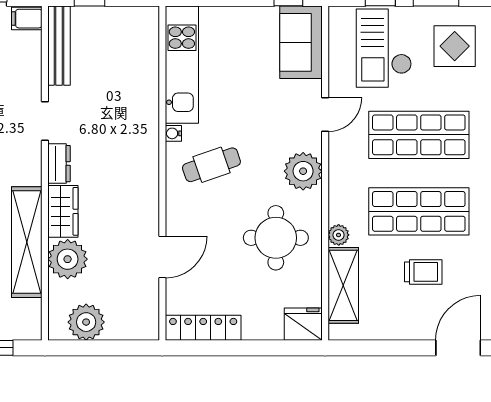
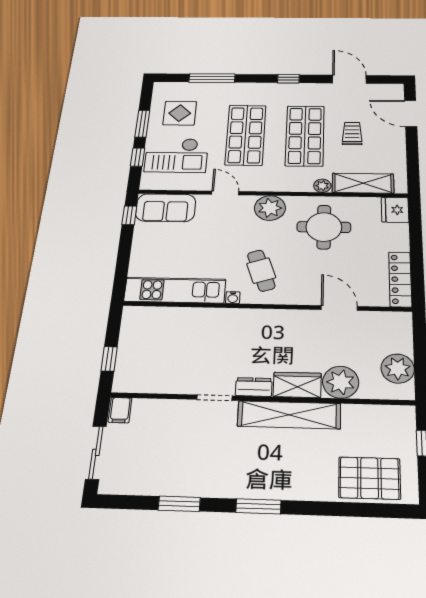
bench: (59, 46) -> (148, 384), removed
shelving: (27, 242) -> (289, 415), moved

